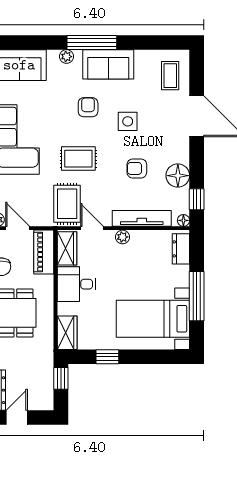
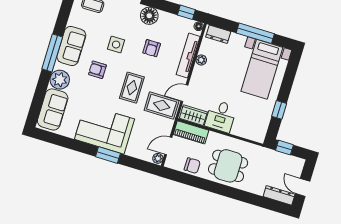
plant: (66, 57) -> (60, 80), width x1.87, depth x1.87
floor lamp: (178, 176) -> (149, 16), moved
plant: (122, 237) -> (201, 60), moved
wardrobe: (67, 333) -> (253, 133), removed

